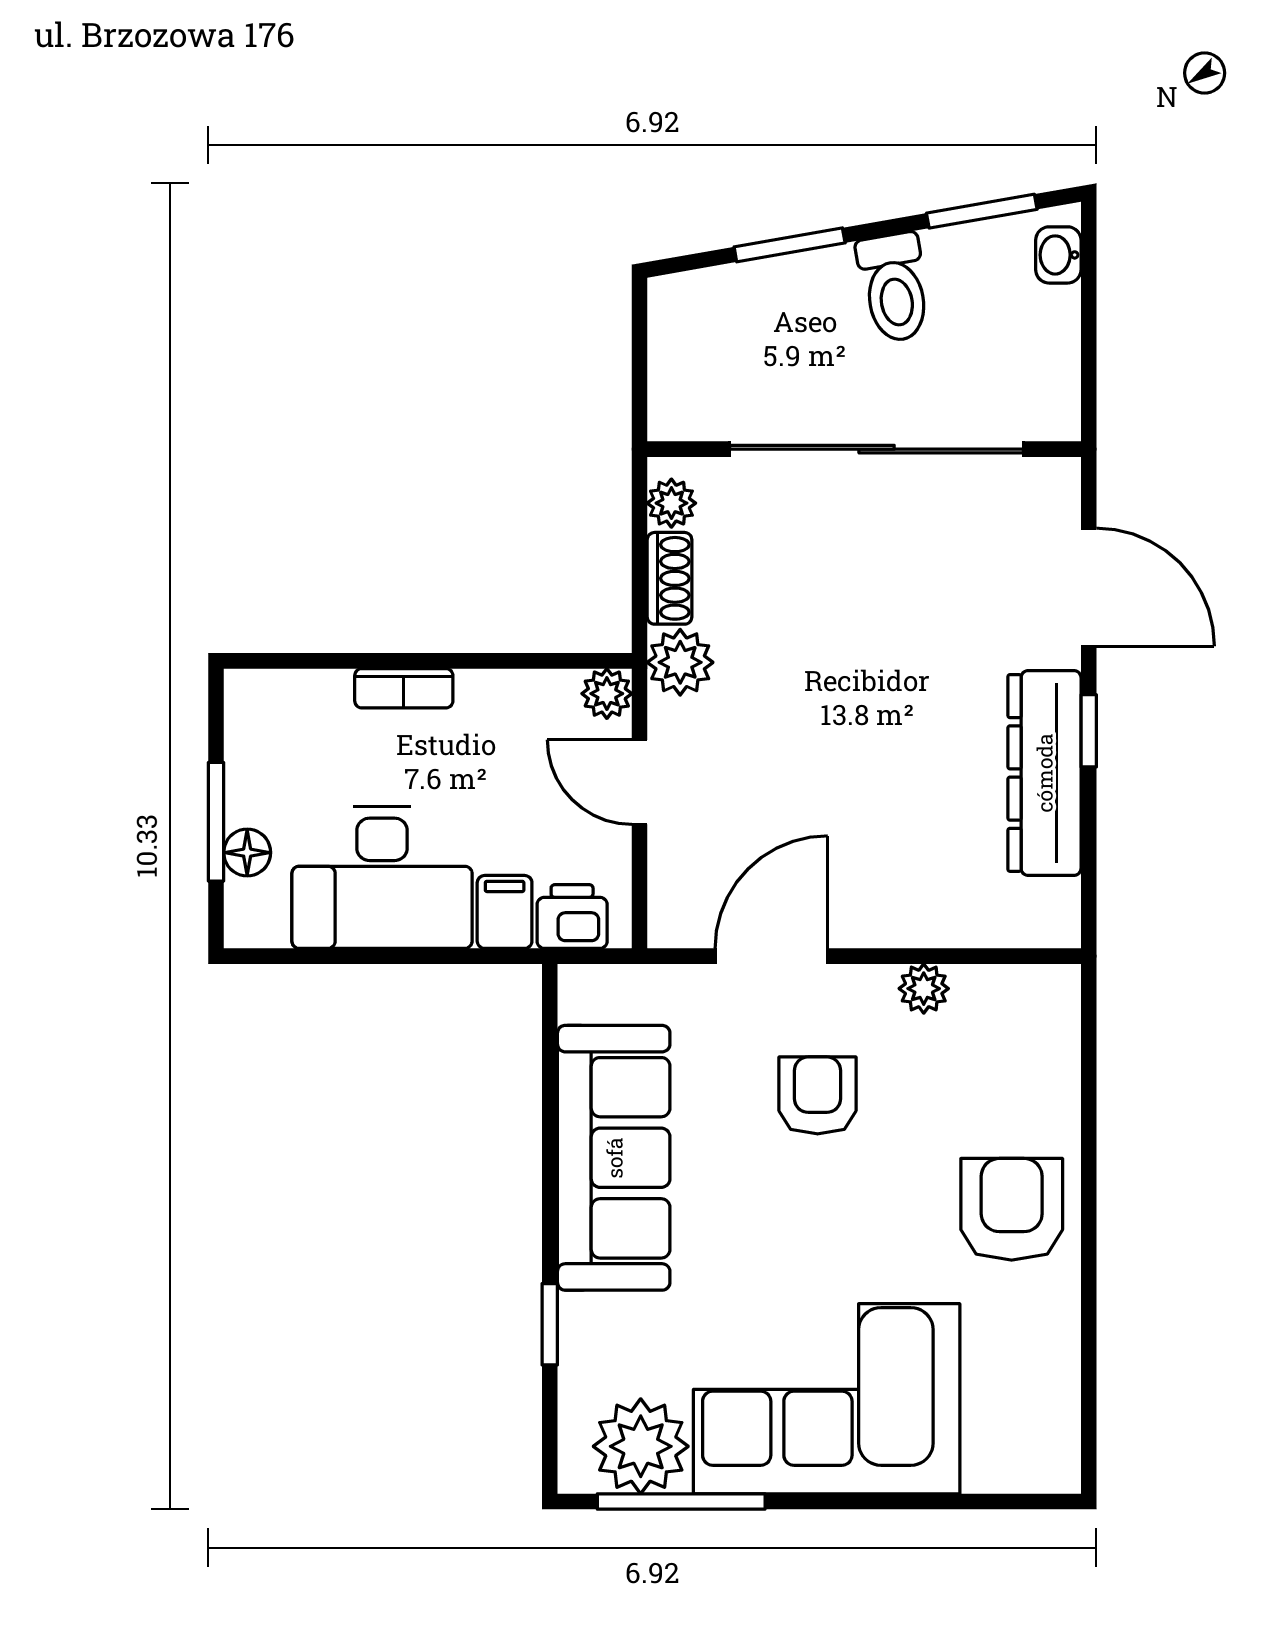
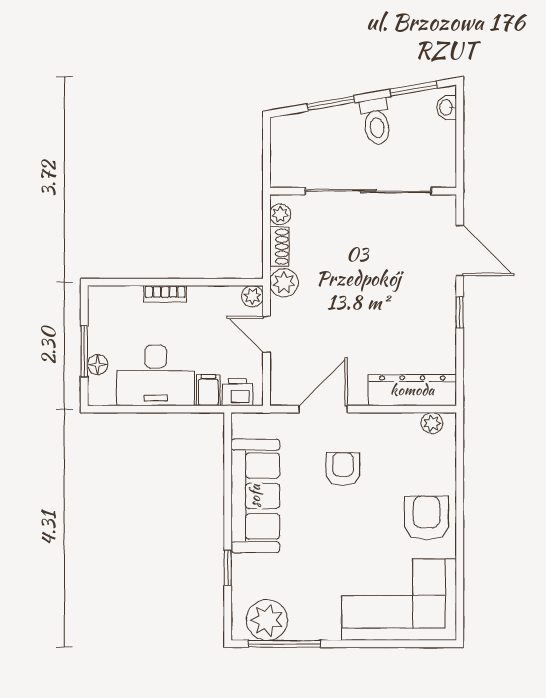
dresser: (1044, 773) -> (412, 390), moved, turned 90
plant: (924, 989) -> (432, 423), moved
corner sofa: (827, 1399) -> (399, 600), moved

